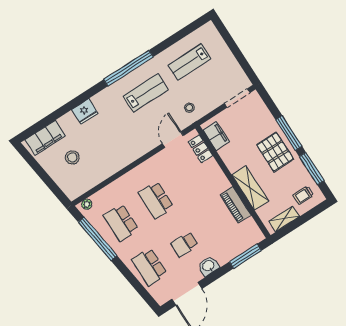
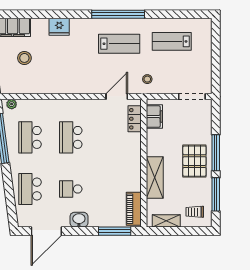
piano: (236, 205) -> (134, 209), moved

